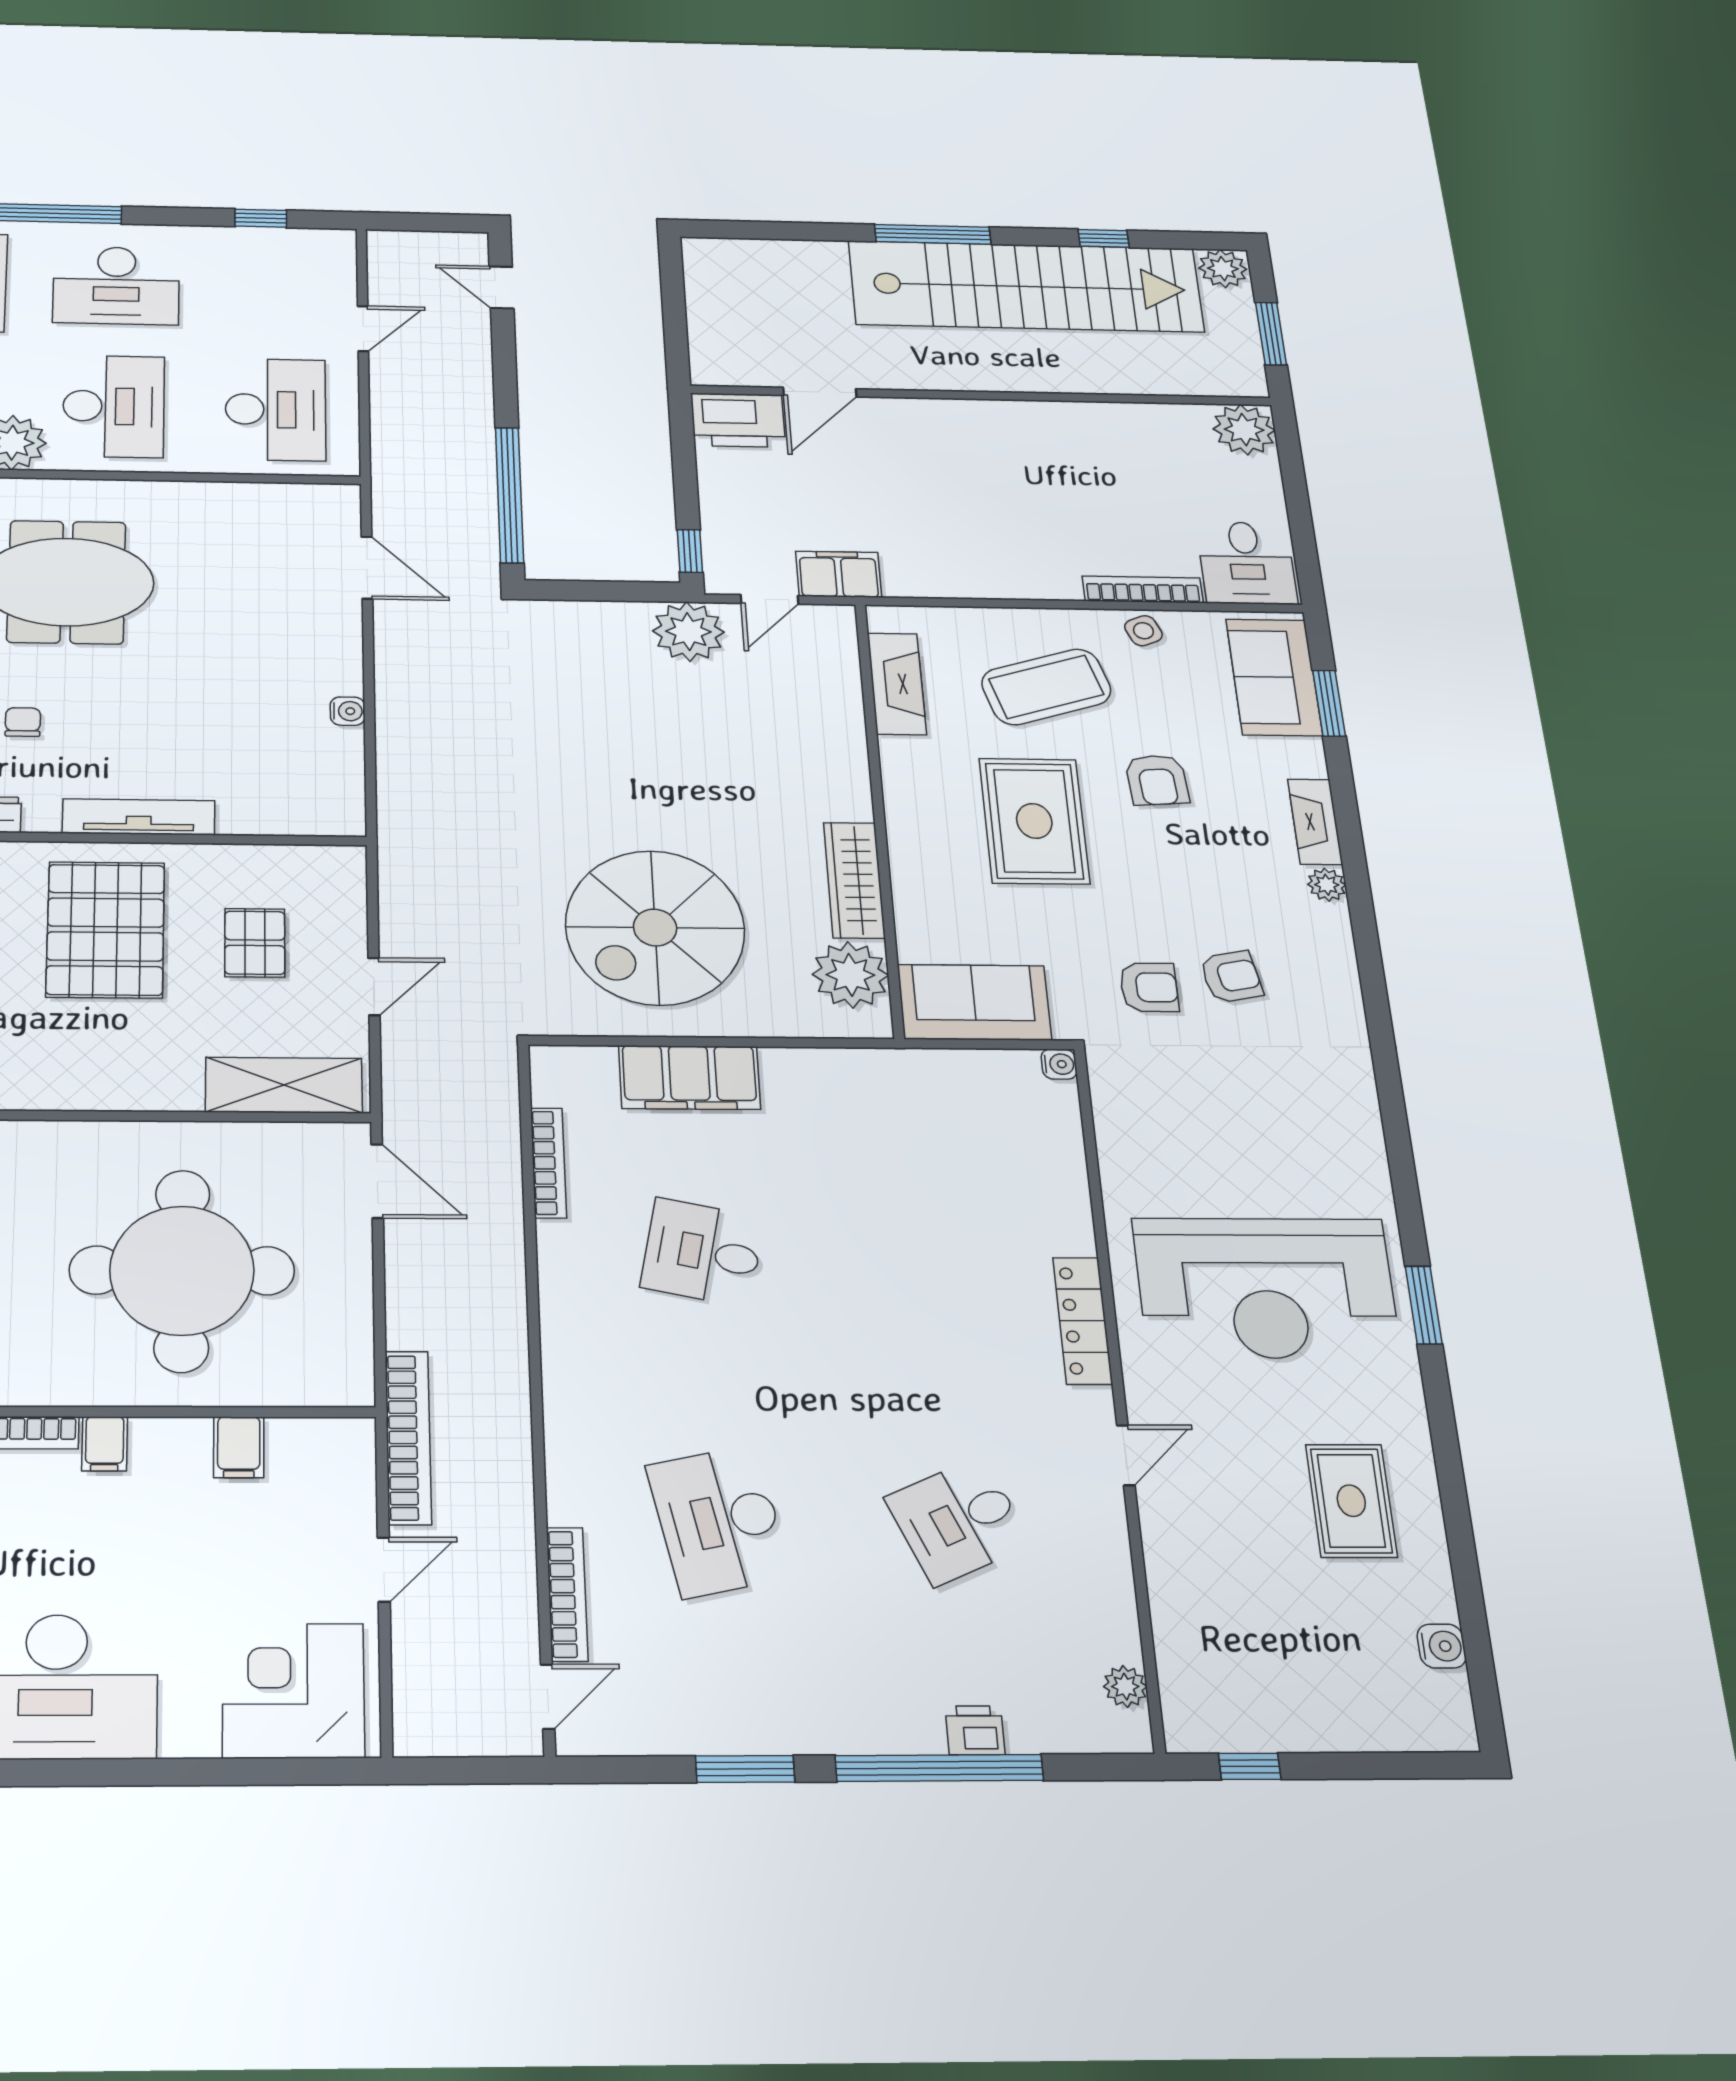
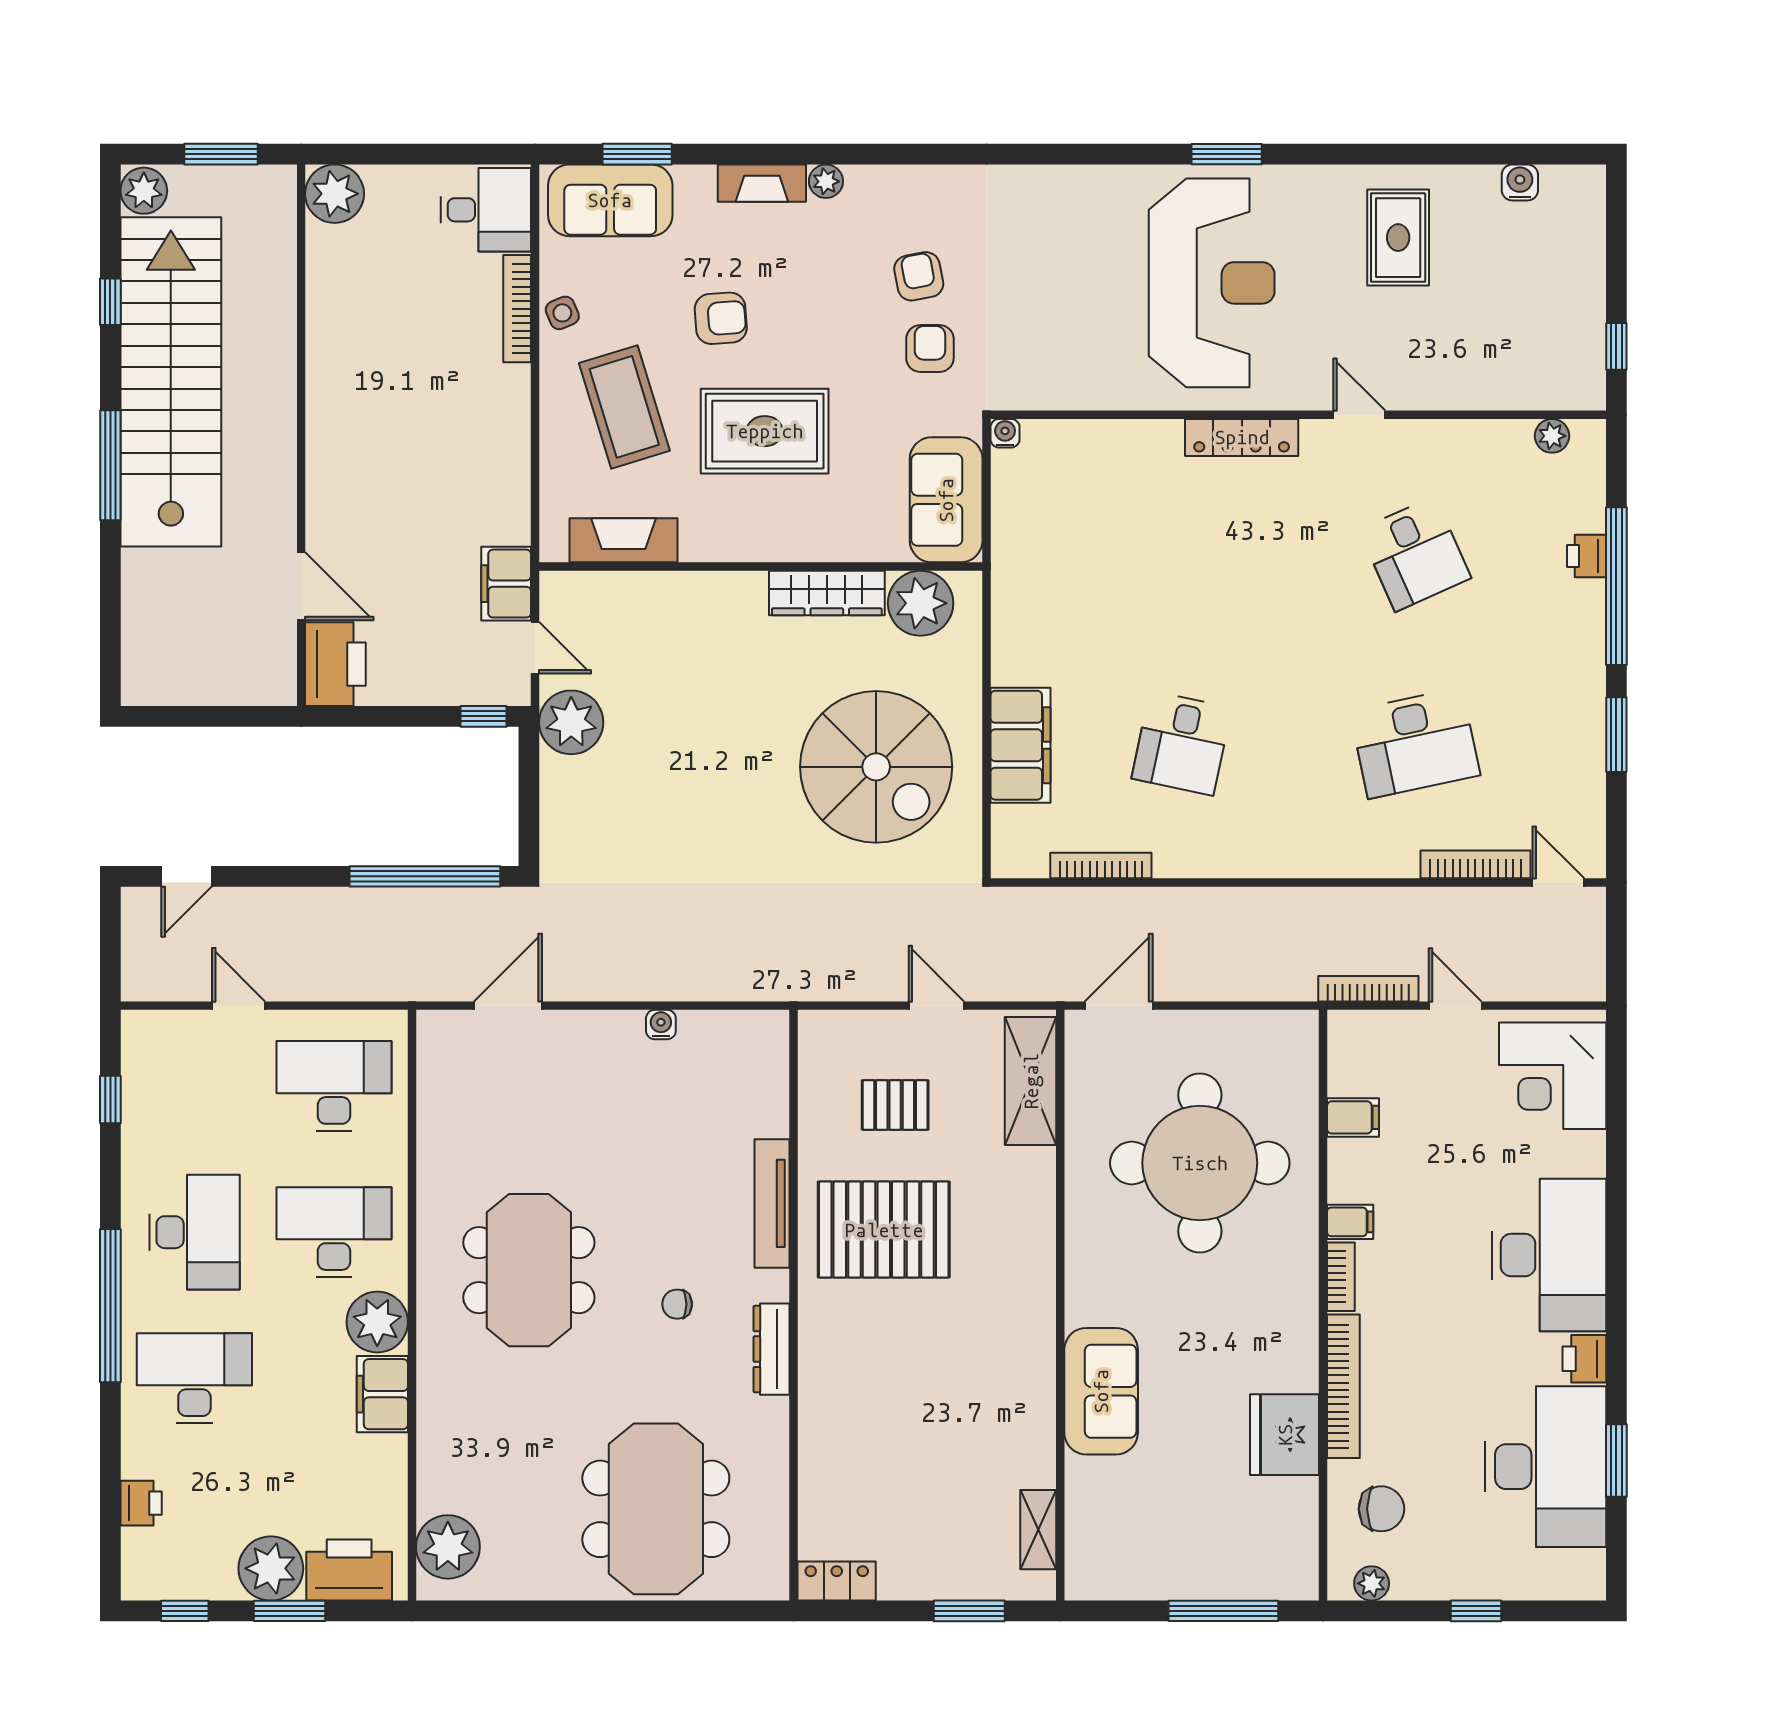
bookcase: (408, 1437) -> (1368, 989), width x0.68, depth x0.76
rug: (1351, 1501) -> (1398, 238), turned 90

